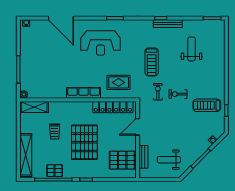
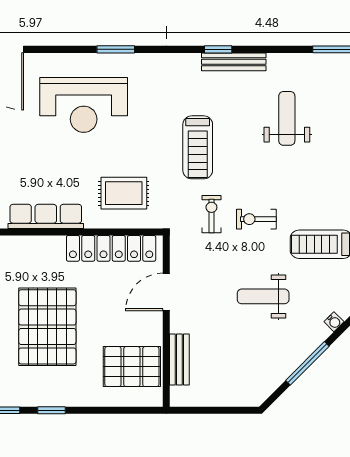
weight bench: (169, 160) -> (263, 296), moved

